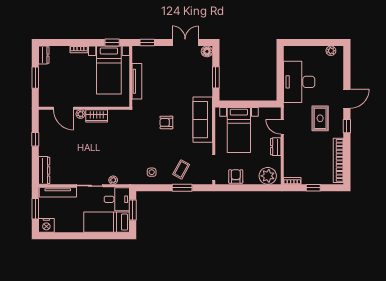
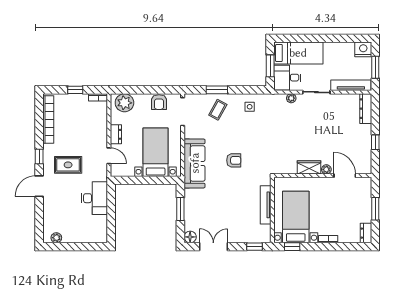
double door: (185, 42) -> (213, 247), swing flipped
desk: (299, 82) -> (95, 198), width x0.73, depth x0.77
rug: (320, 118) -> (68, 165), turned 90

